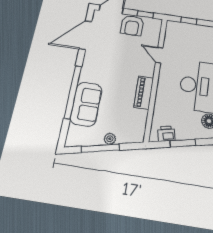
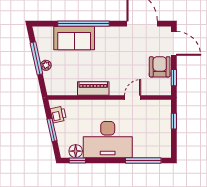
armchair: (132, 25) -> (160, 67), turned 90

